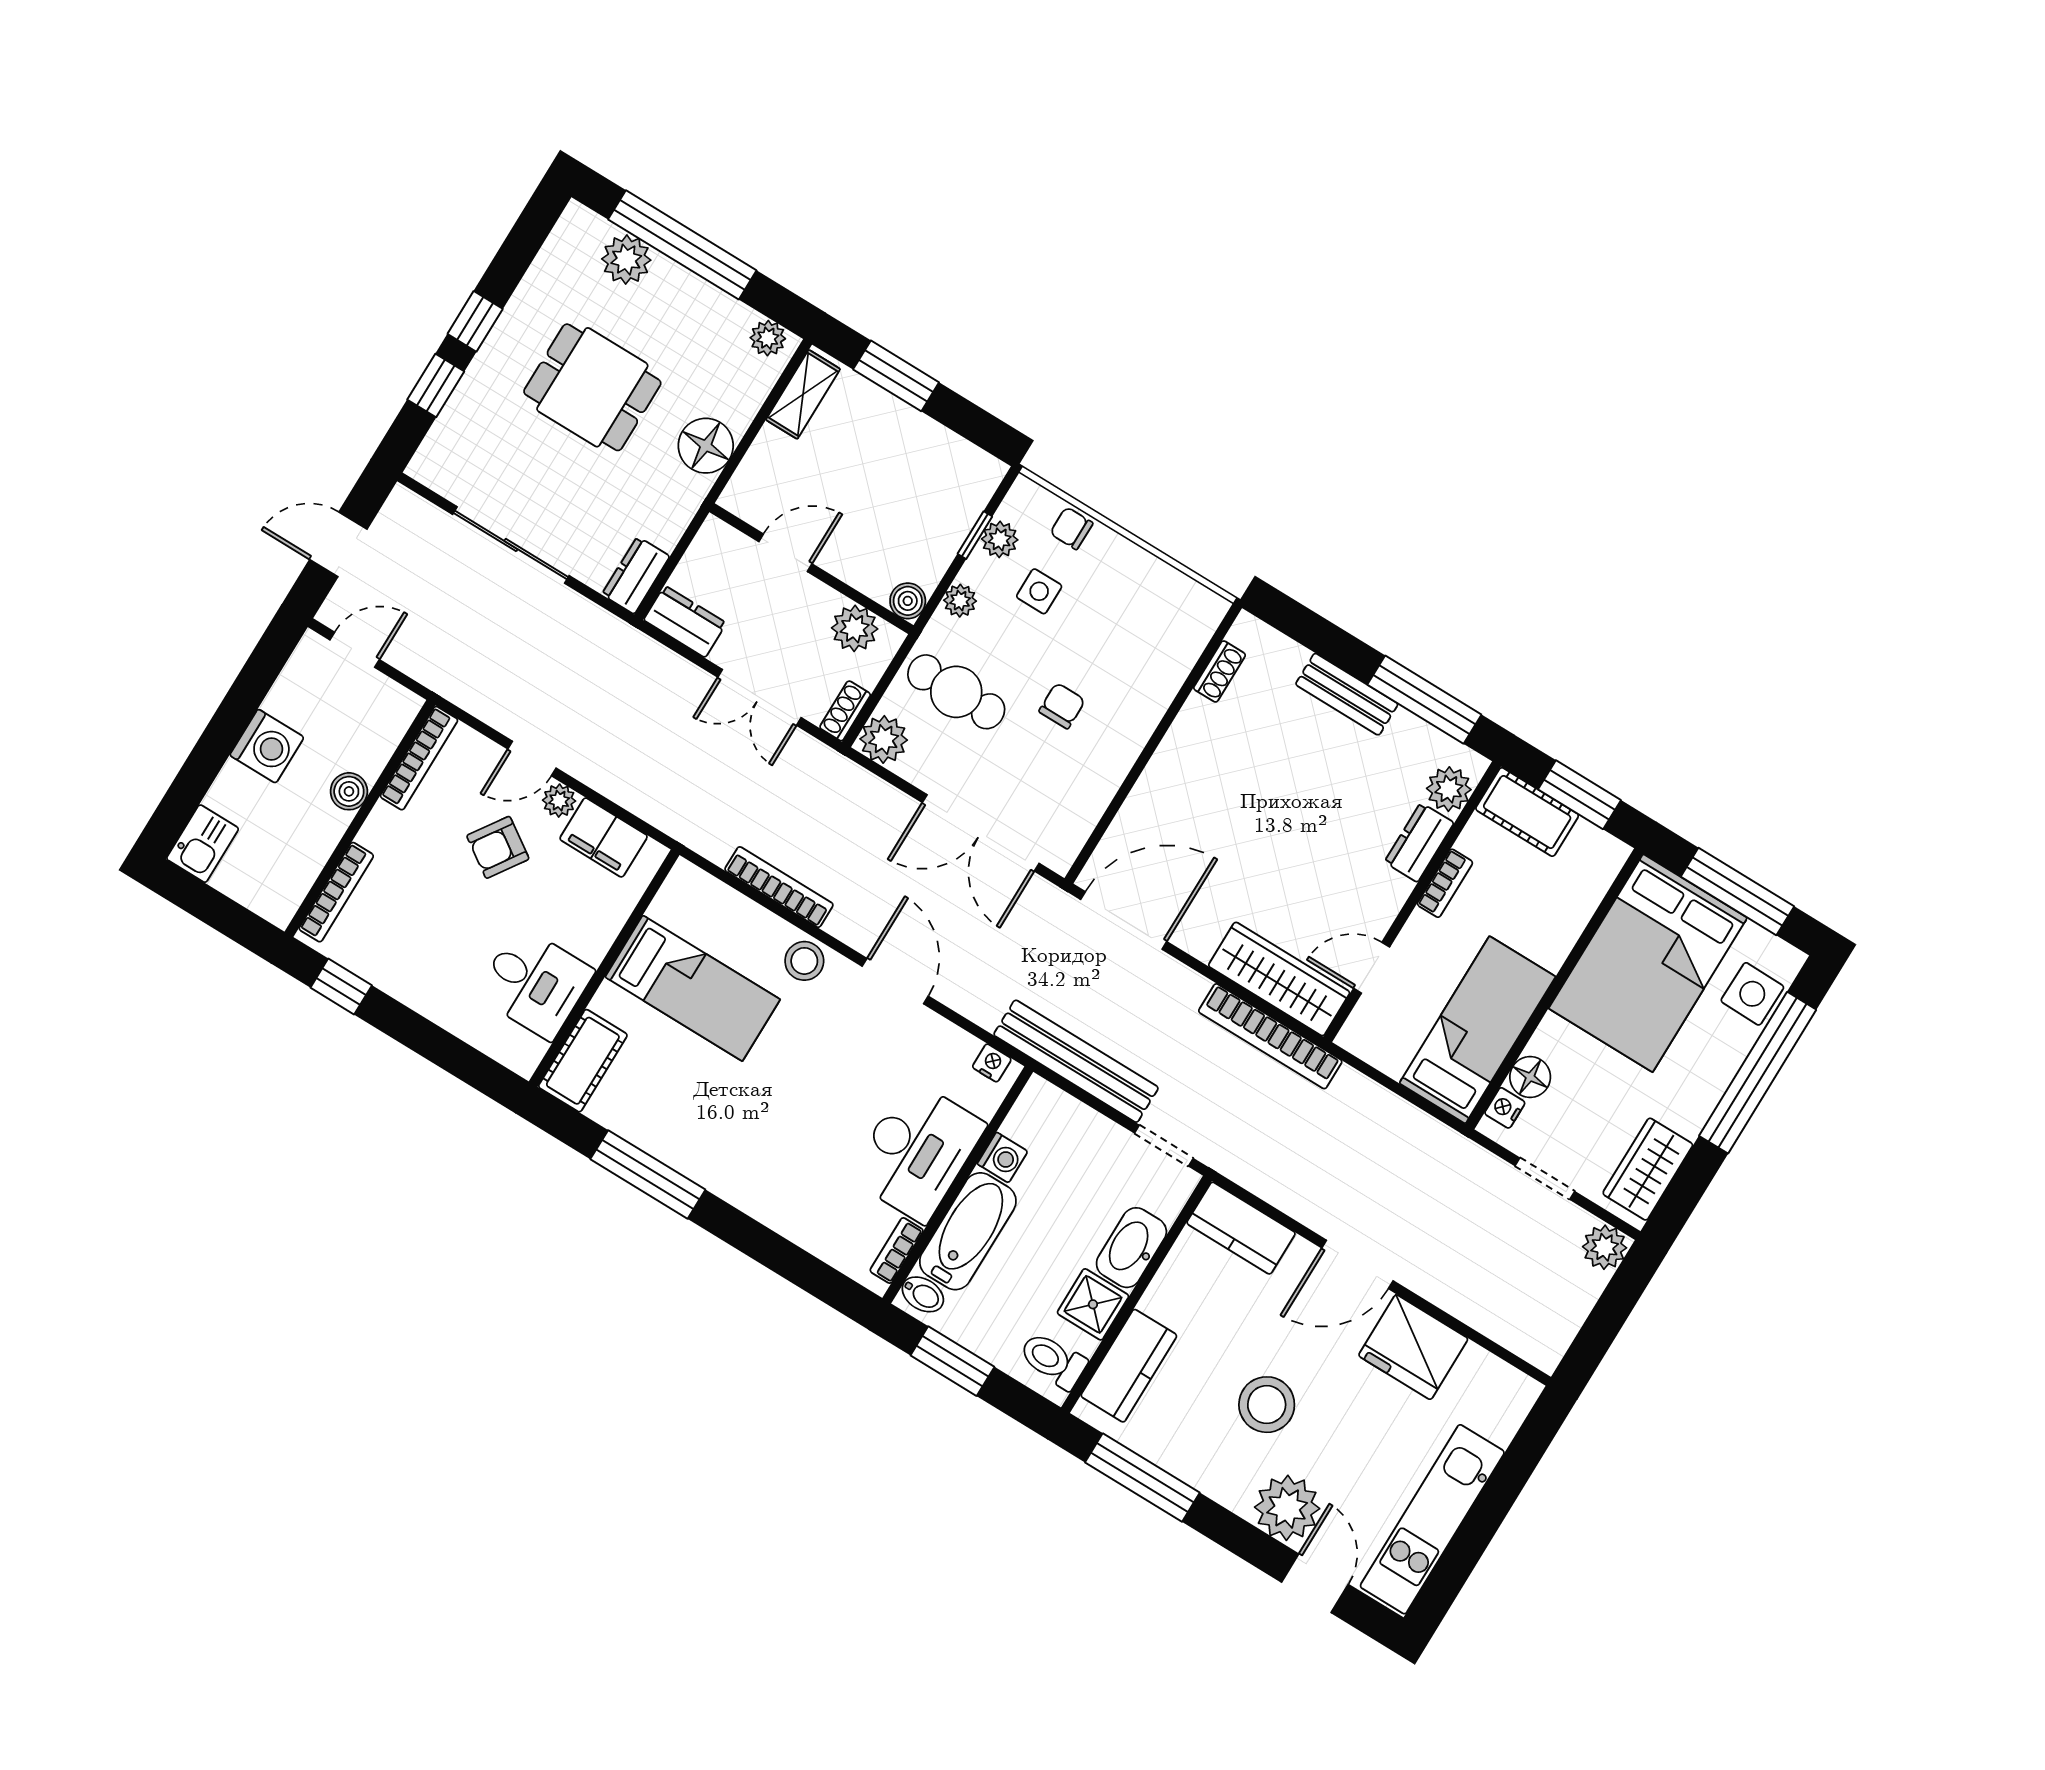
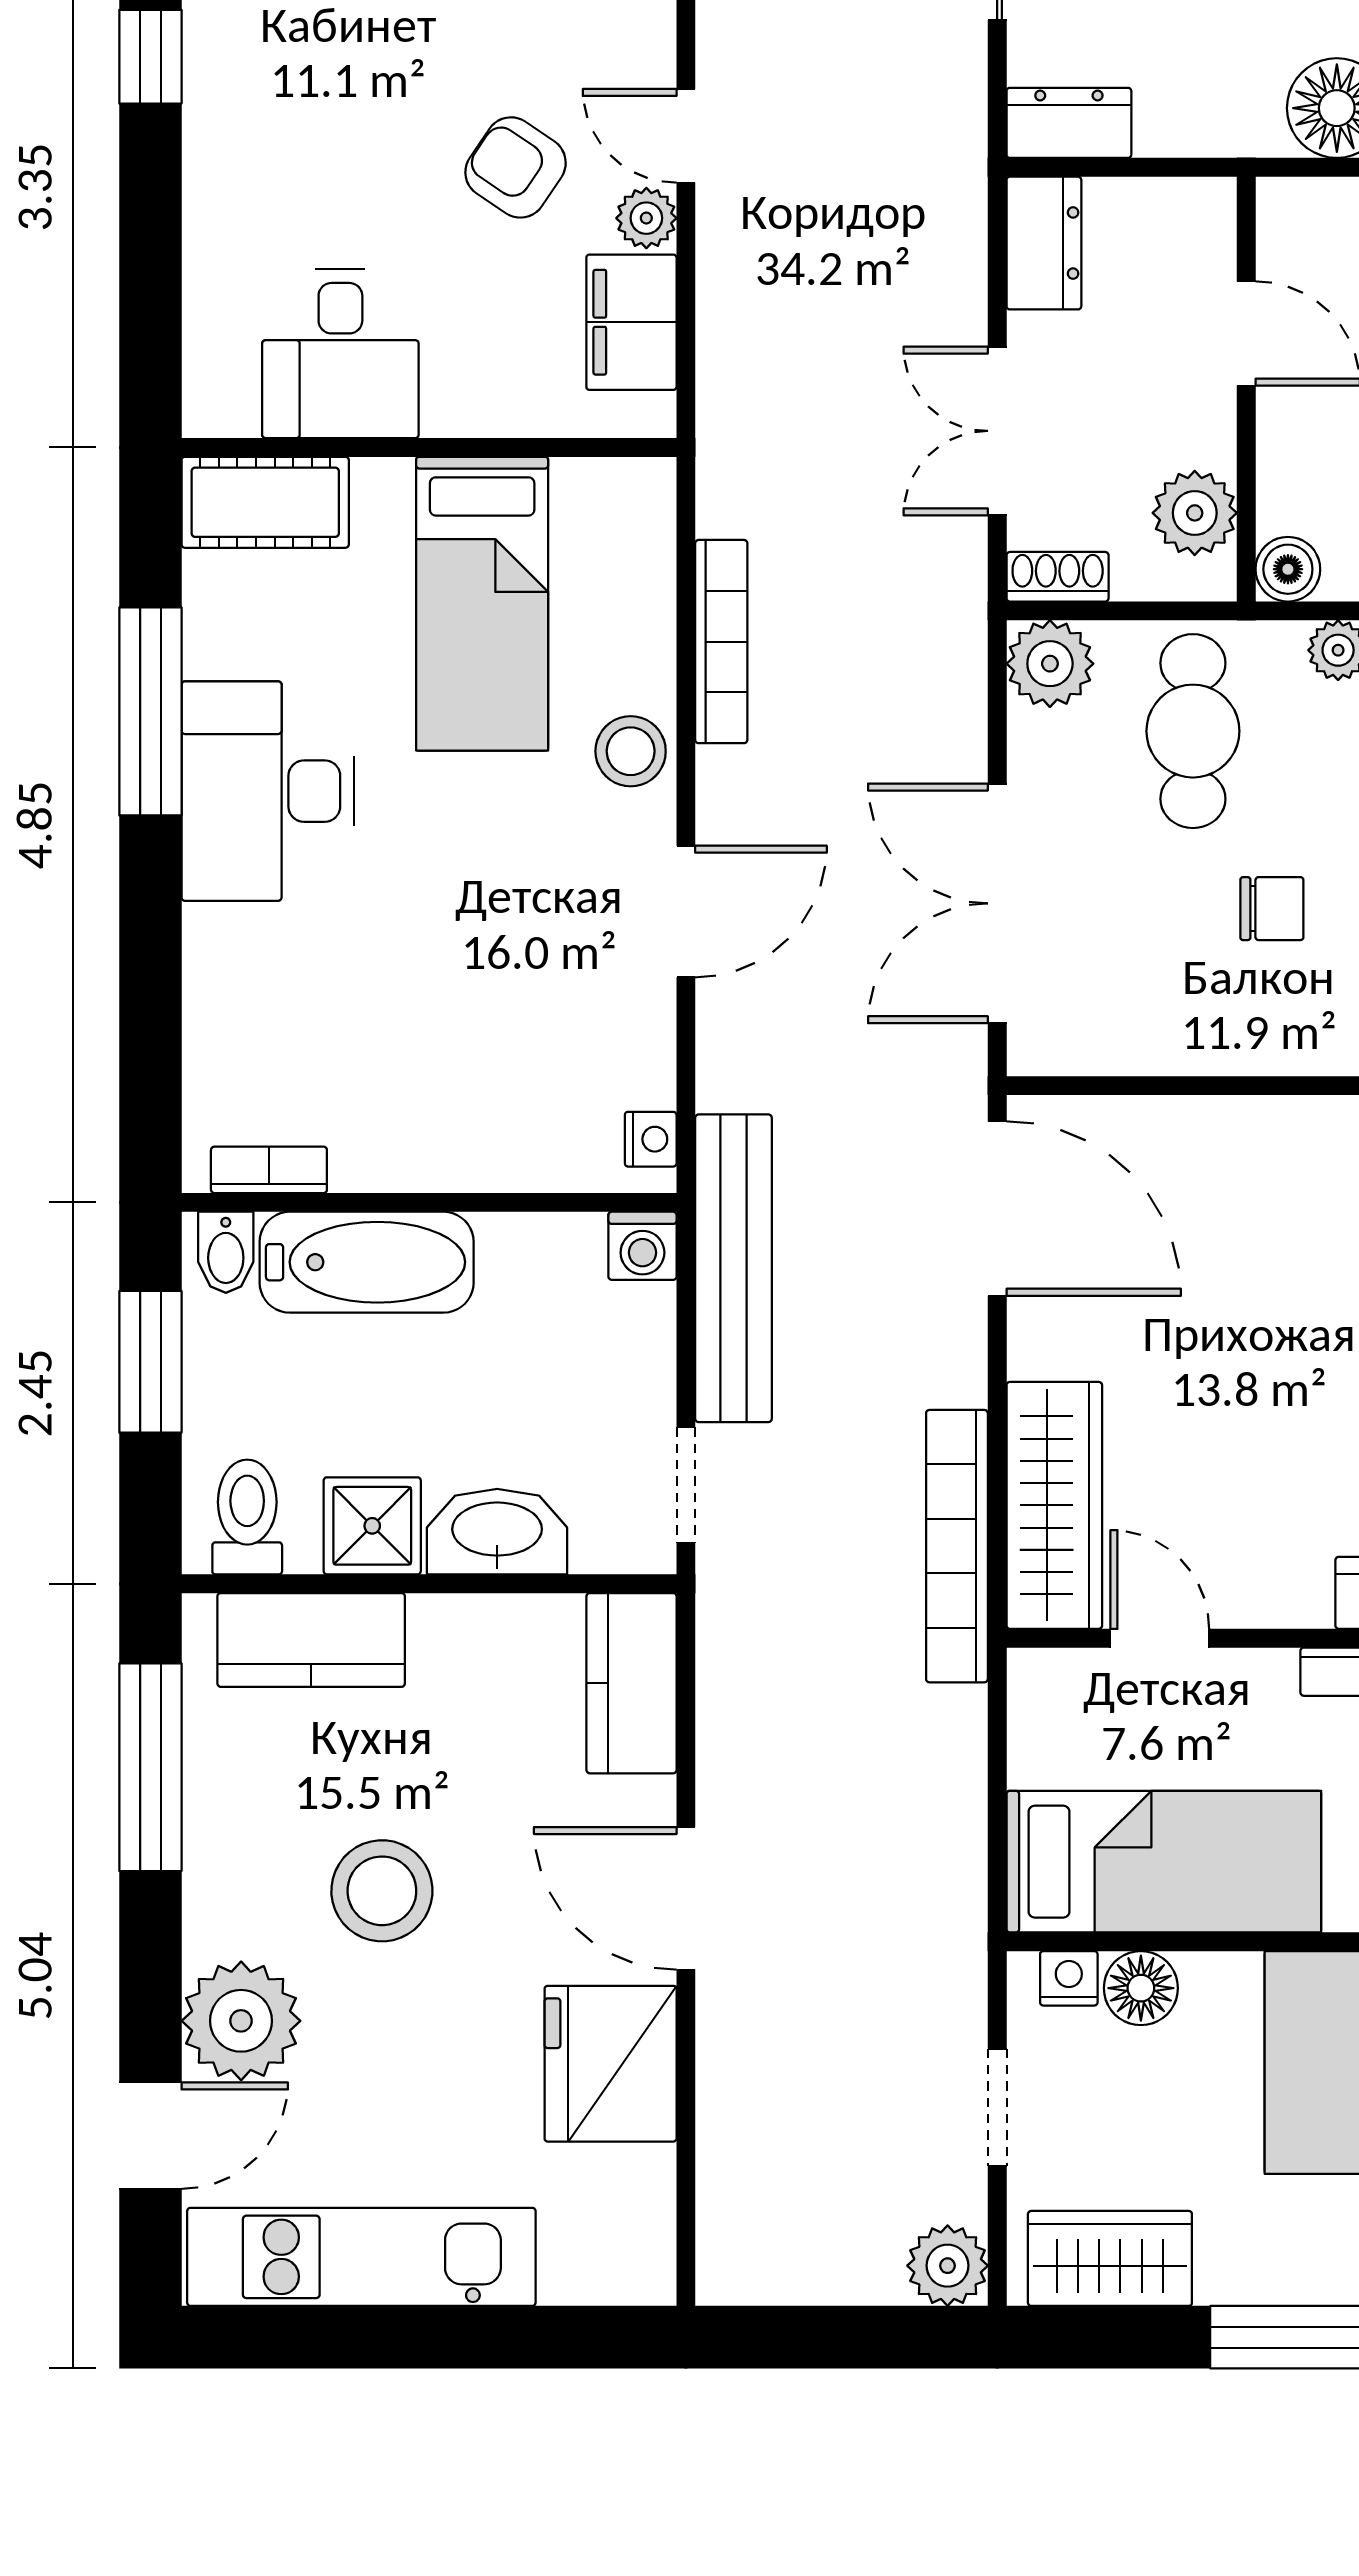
desk: (917, 1151) -> (268, 791), moved, turned 90
washing machine: (1002, 1158) -> (642, 1246), moved

